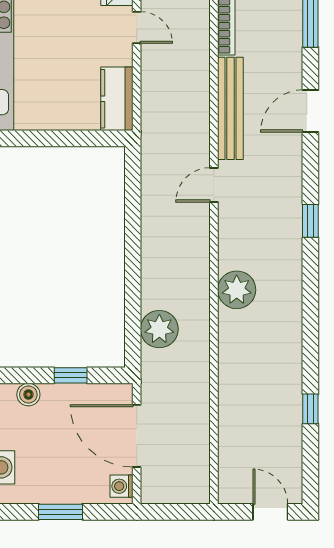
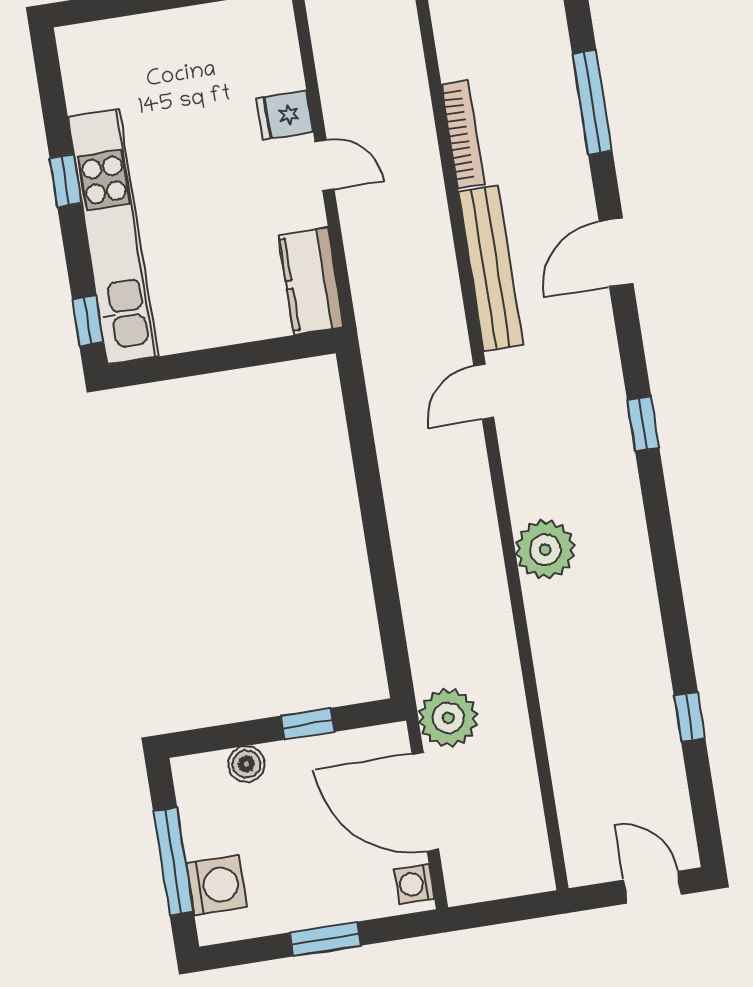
plant: (159, 329) -> (448, 718), moved

